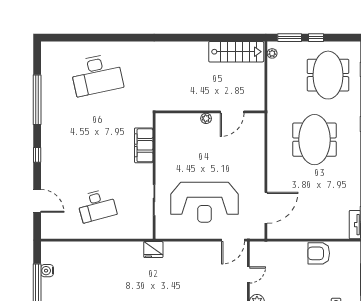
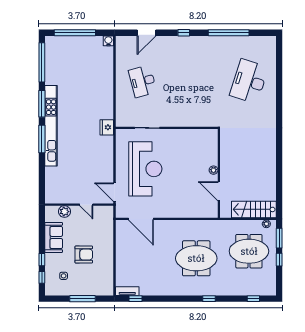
stairs: (236, 52) -> (254, 209), moved, turned 90
desk: (97, 75) -> (249, 81), turned 30
meeting table: (328, 75) -> (249, 251), moved
filing cabinet: (144, 145) -> (192, 119), removed
reception desk: (205, 202) -> (145, 169), turned 180
armchair: (319, 253) -> (84, 255), moved, turned 90
water cooler: (47, 271) -> (108, 41), moved

